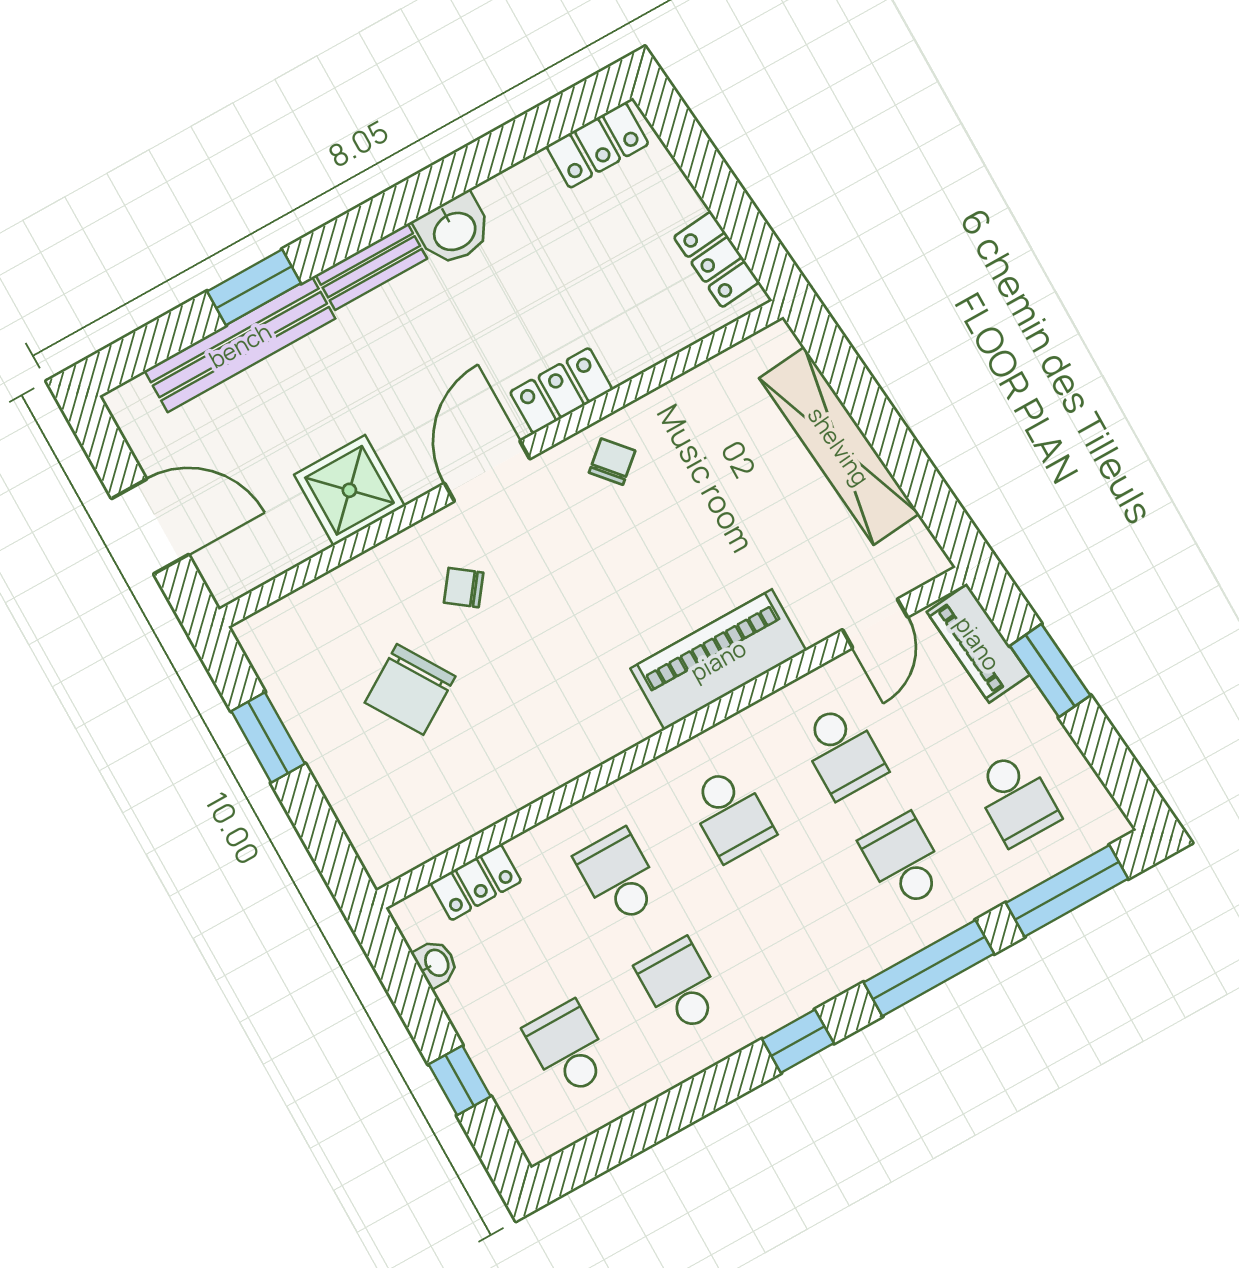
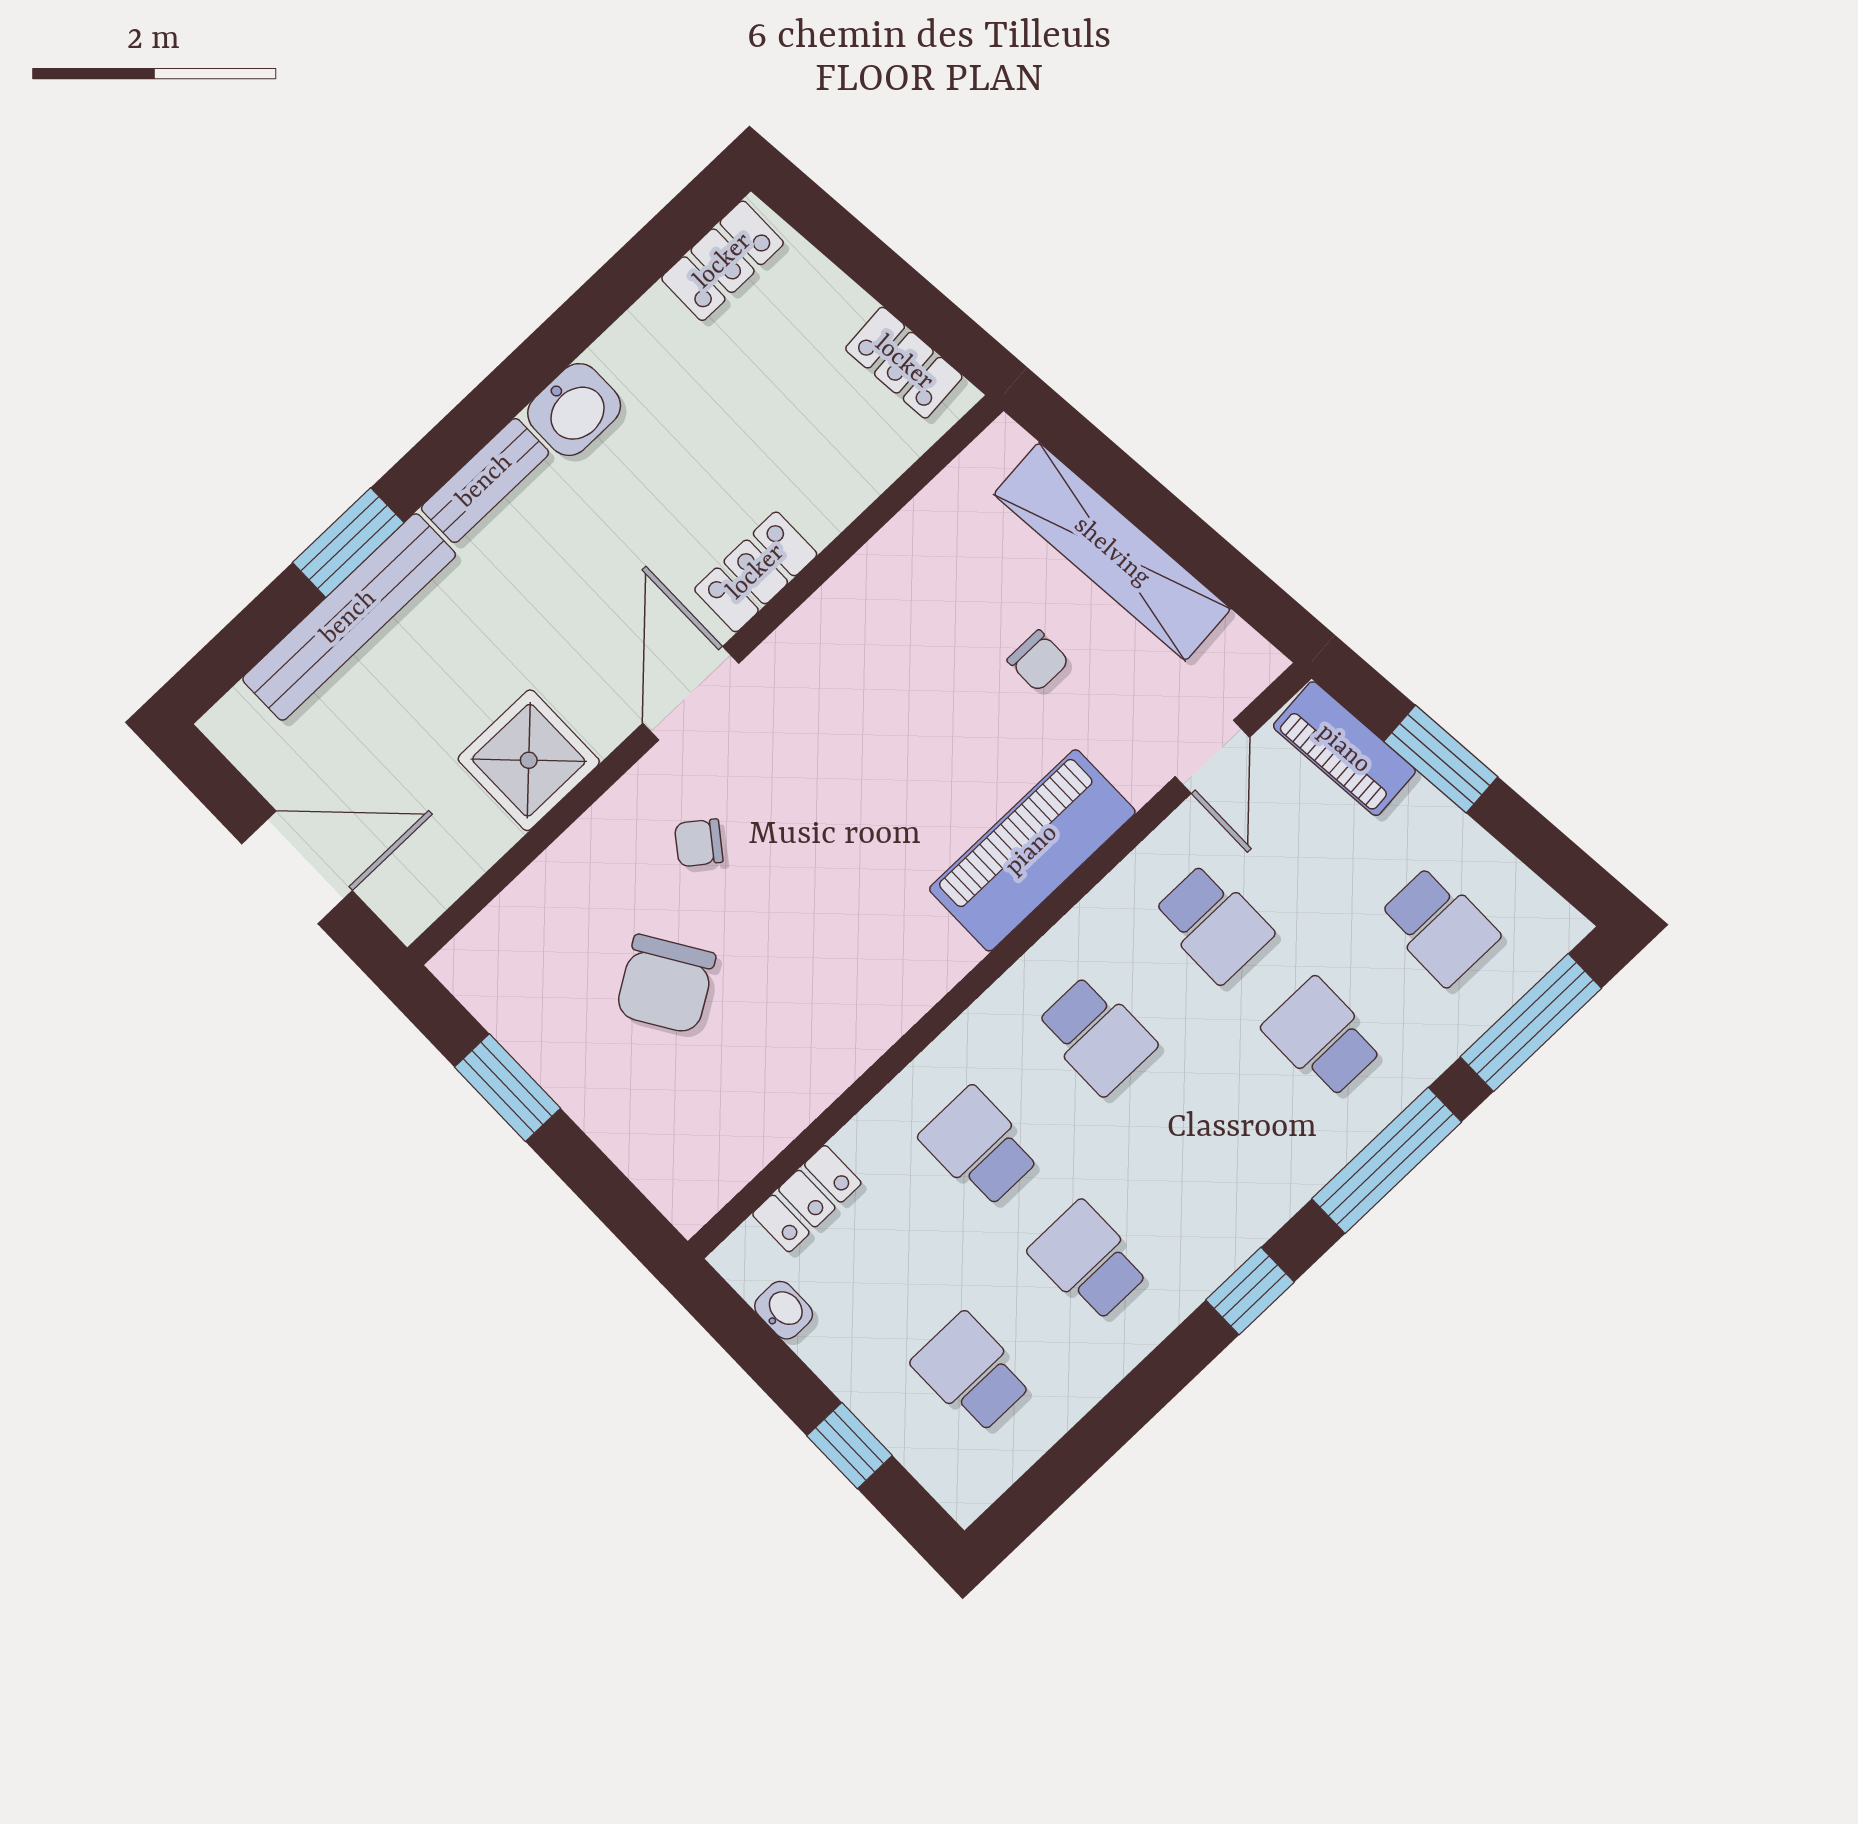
chair: (612, 462) -> (1038, 661), moved, turned 131

